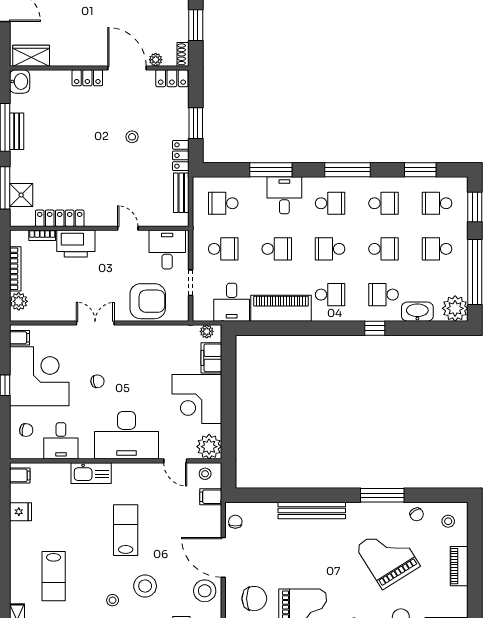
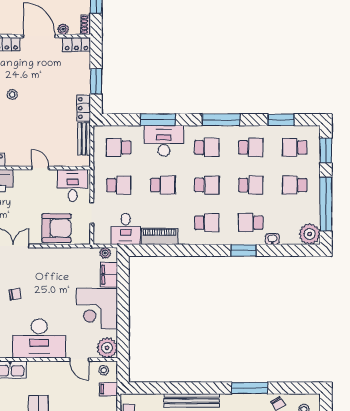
stool: (132, 137) -> (12, 95), moved
desk: (284, 195) -> (164, 141), width x1.37
school desk: (330, 249) -> (207, 185), turned 180
piano: (281, 308) -> (160, 236), width x0.73, depth x0.75
washbasin: (417, 312) -> (272, 239), width x0.52, depth x0.69
window: (375, 328) -> (243, 250), width x1.50

